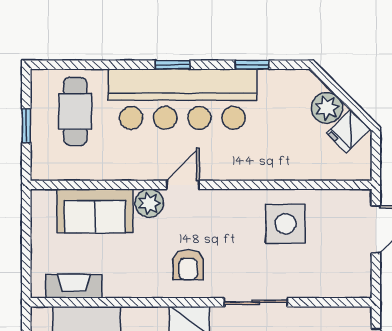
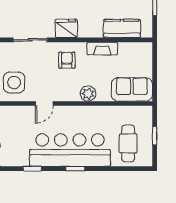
door: (183, 185) -> (44, 104), moved
sofa: (95, 211) -> (132, 89), moved
fireplace: (74, 286) -> (102, 49), moved

